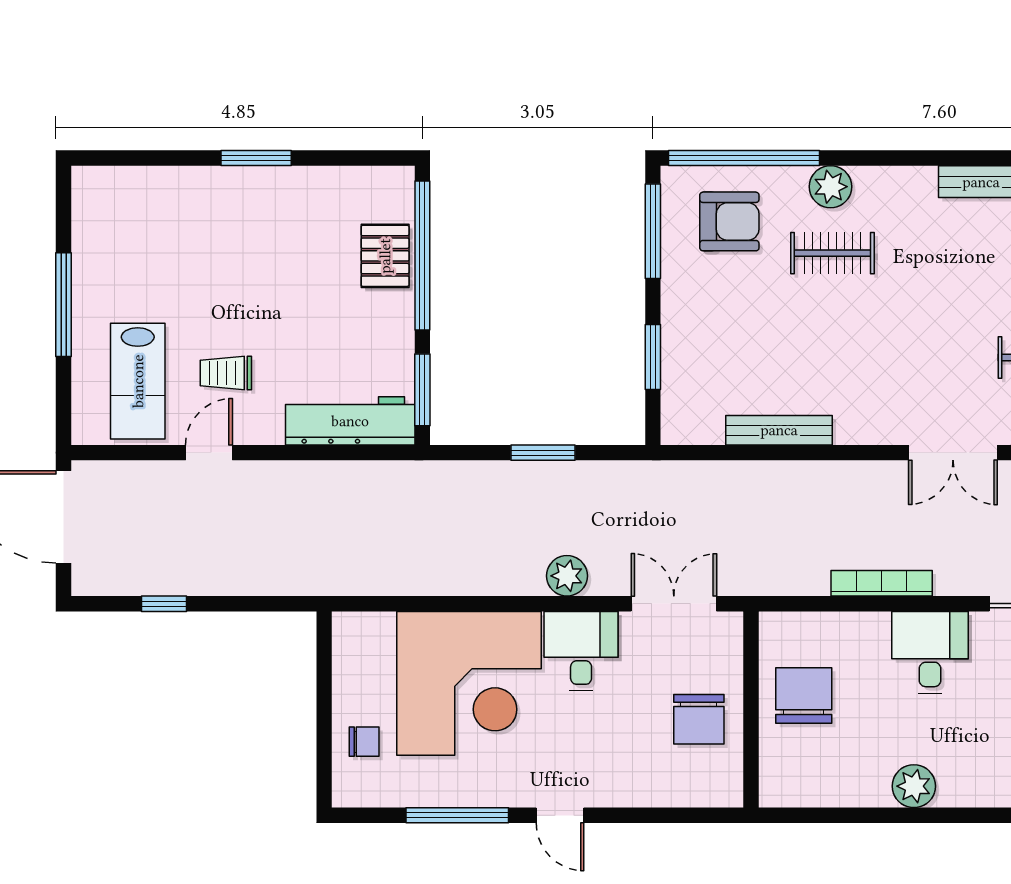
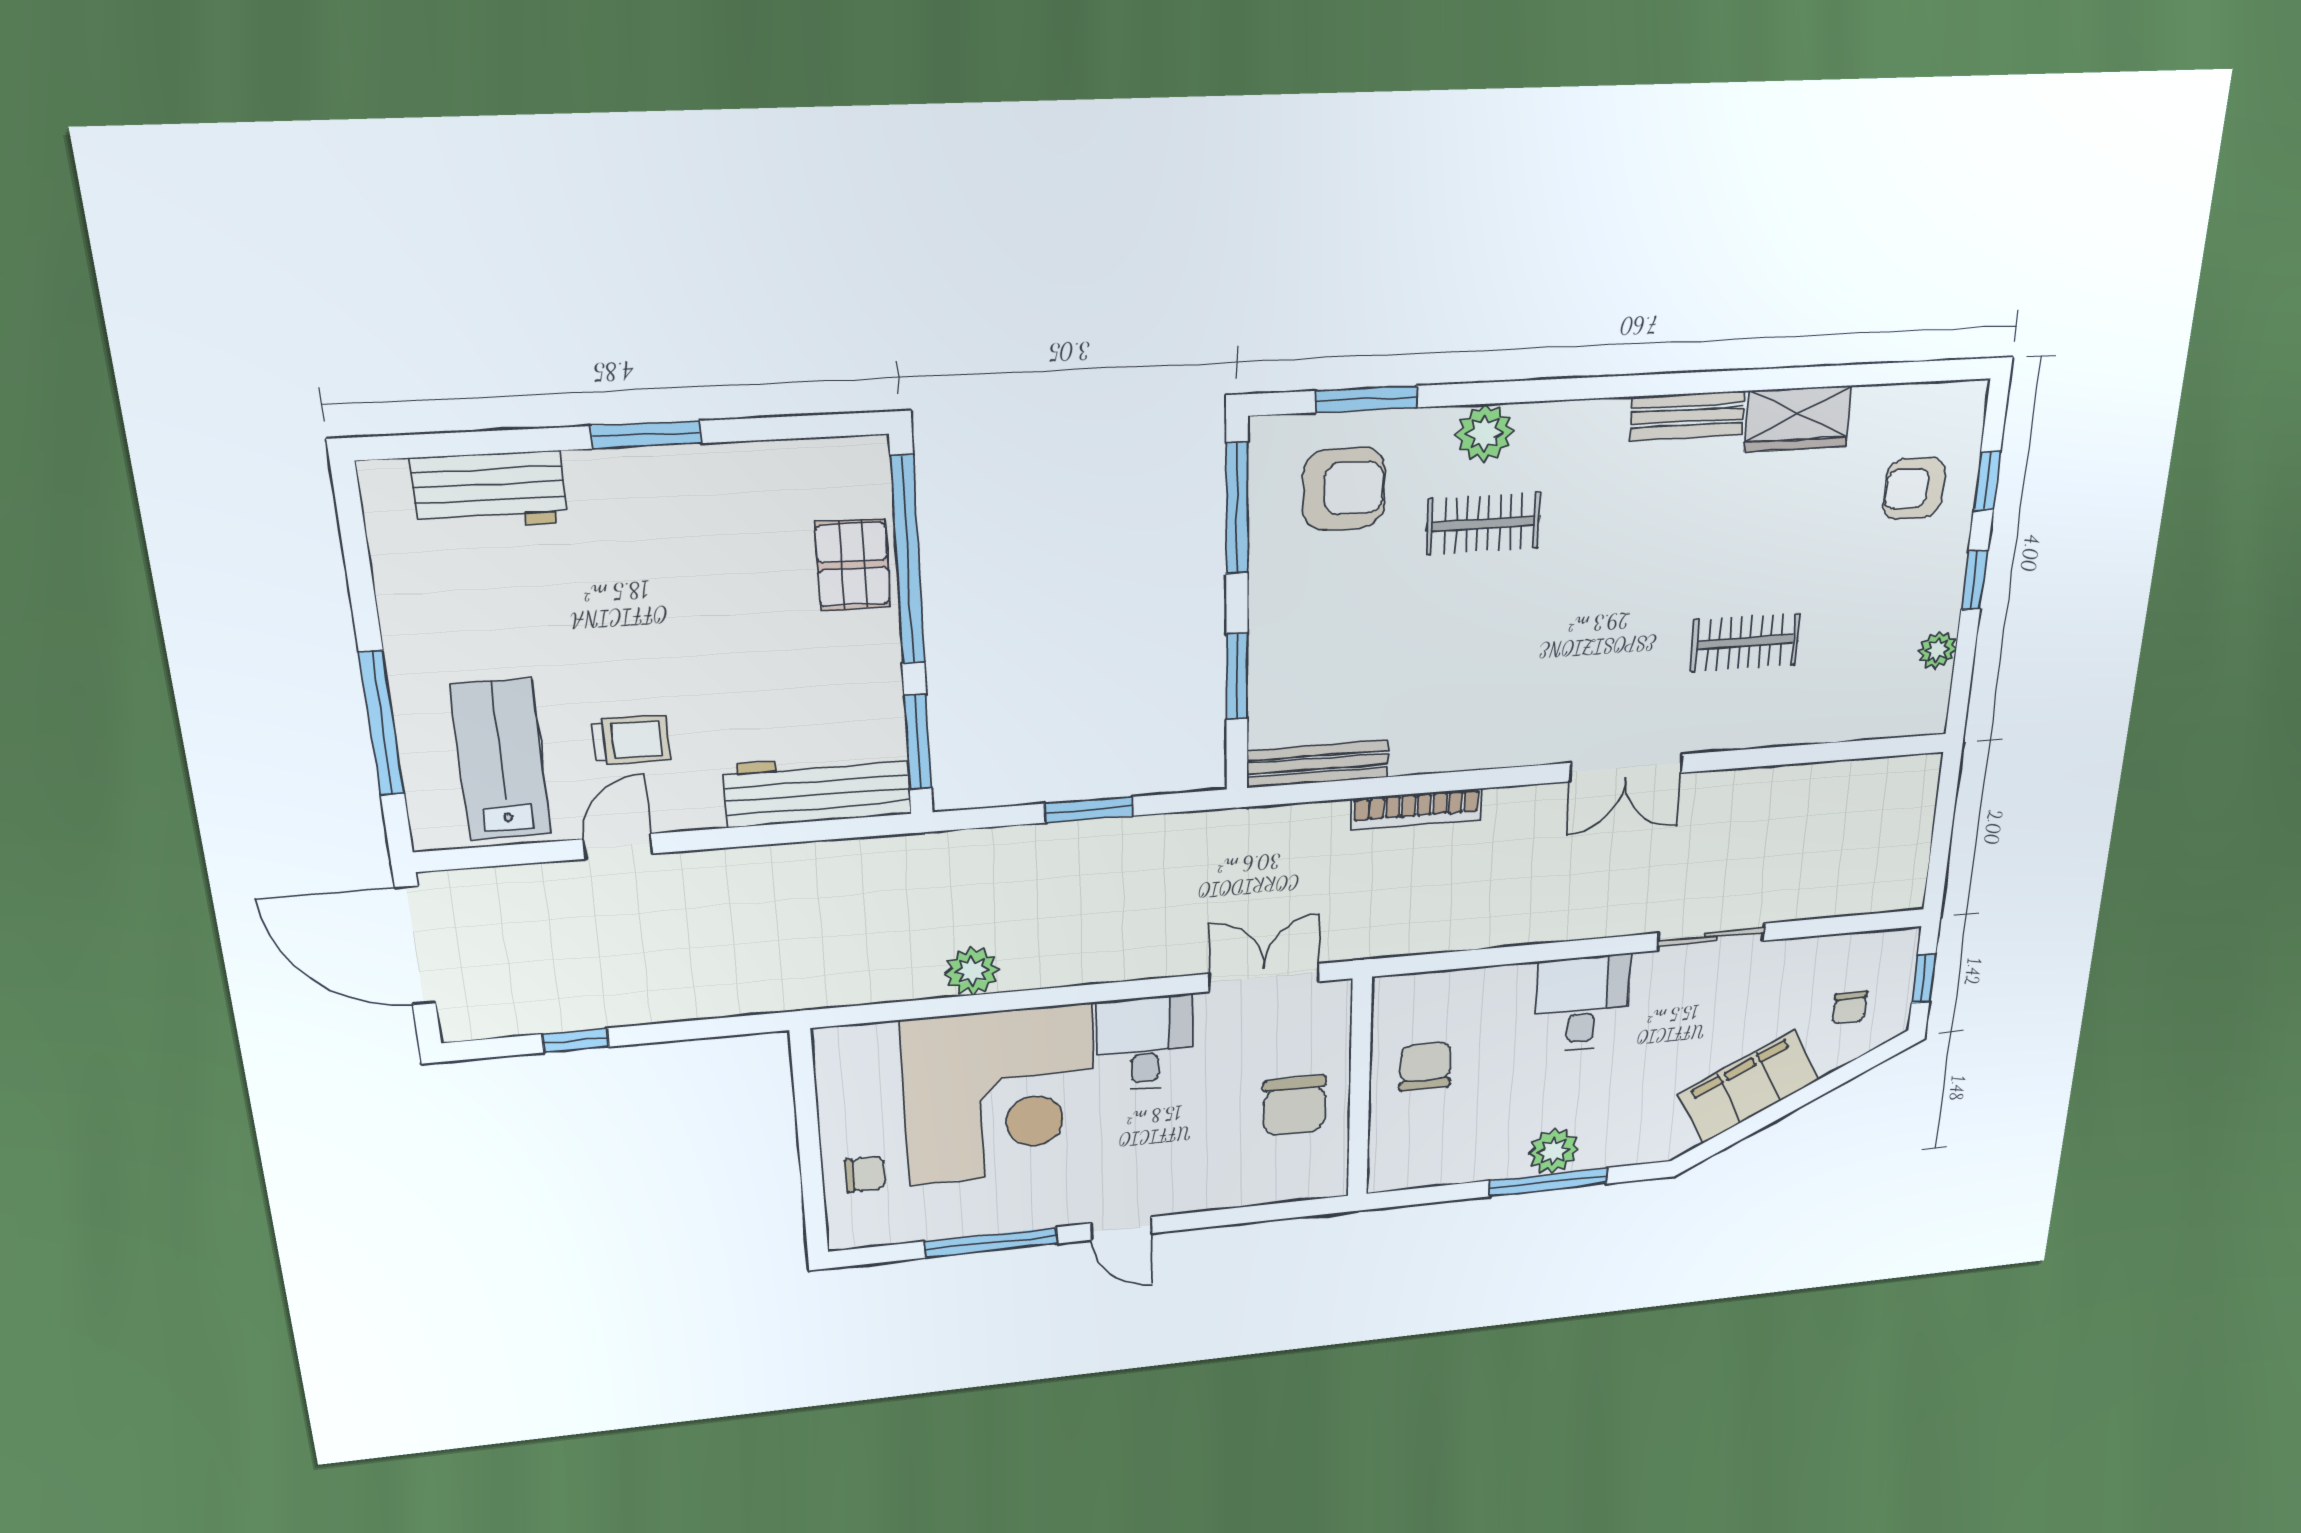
window: (744, 158) -> (1366, 399), width x0.47
workbench: (153, 190) -> (489, 490), added
window: (64, 305) -> (382, 723), moved
trolley: (226, 373) -> (631, 740), turned 180
lab bench: (138, 381) -> (501, 760), turned 180
bench: (779, 430) -> (1318, 764), moved
plant: (567, 576) -> (972, 971), moved
bookcase: (882, 583) -> (1416, 809), moved, turned 180
chair: (804, 695) -> (1425, 1066), width x0.73, depth x0.73
window: (911, 815) -> (1548, 1182), added

